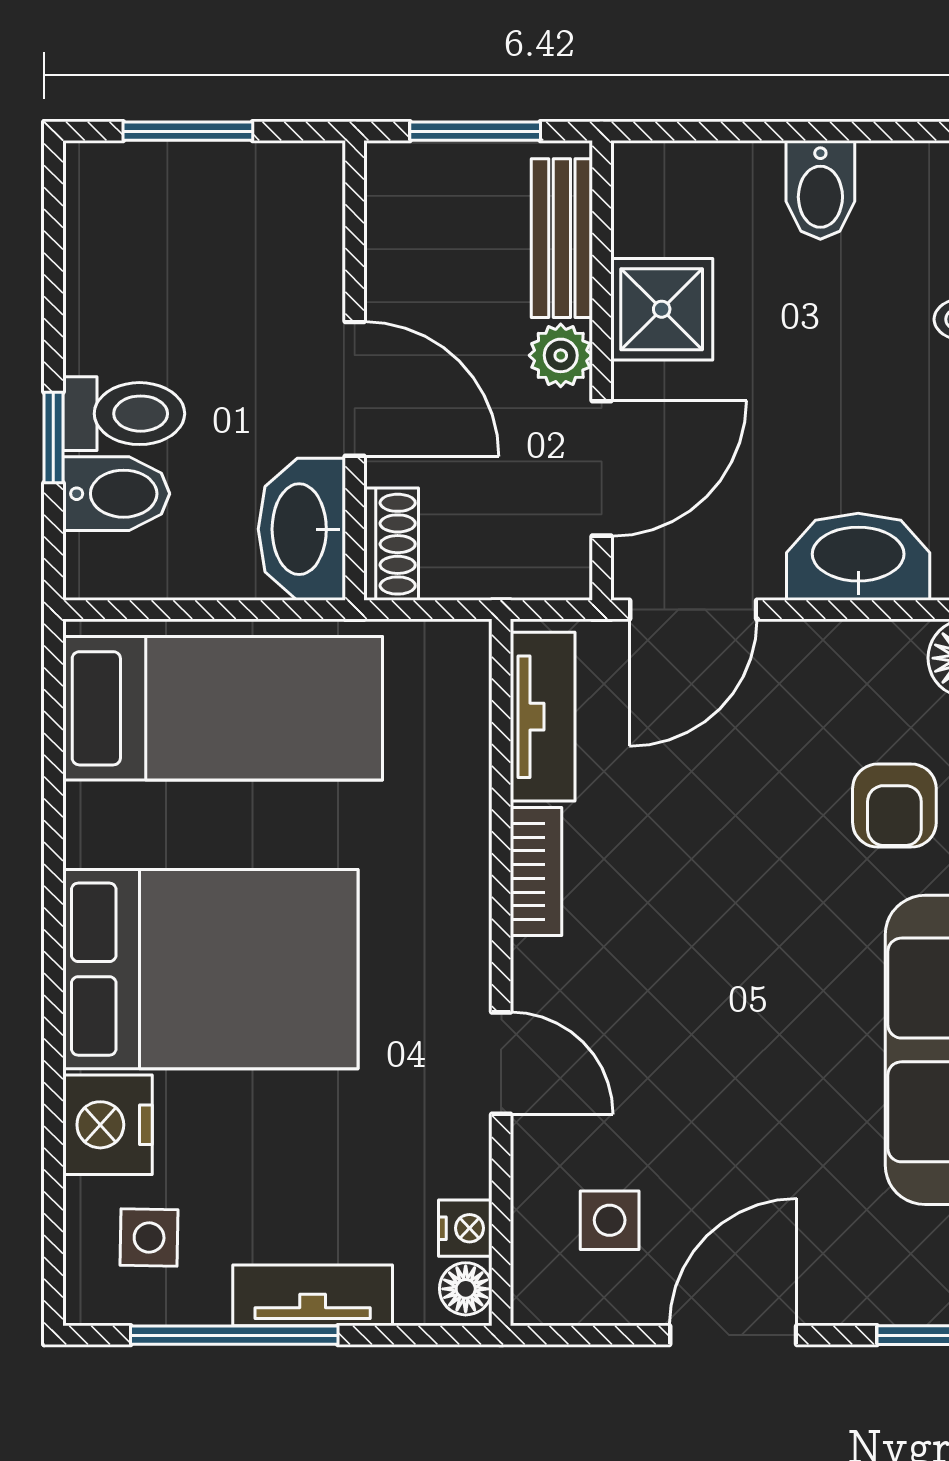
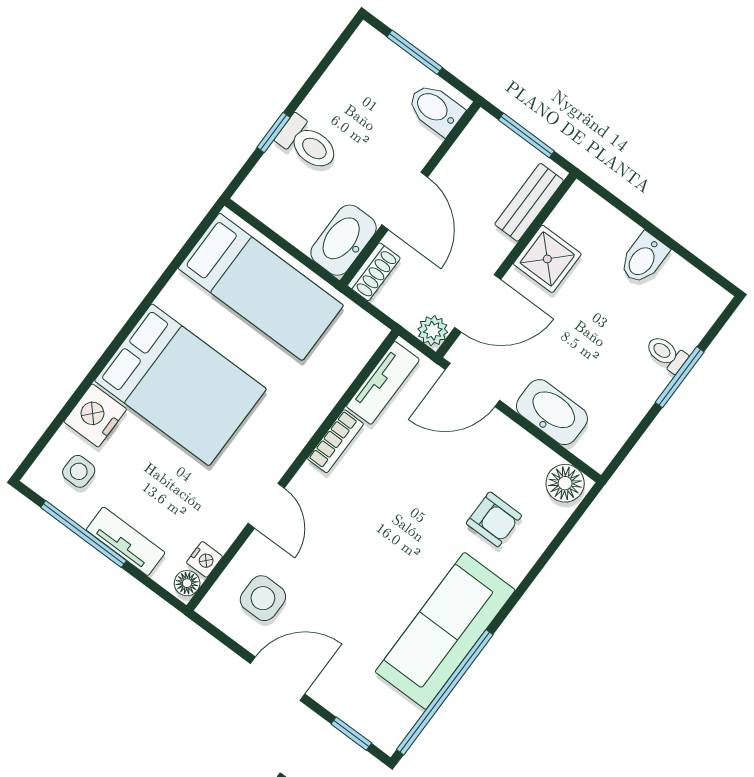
plant: (561, 355) -> (433, 331), moved
bidet: (116, 494) -> (435, 109), moved, turned 180
armchair: (894, 806) -> (494, 519), turned -90
side table: (610, 1220) -> (263, 598), width x1.37, depth x1.37

